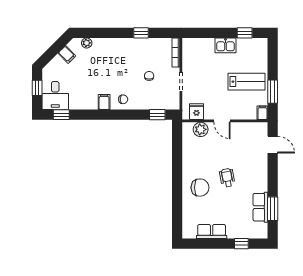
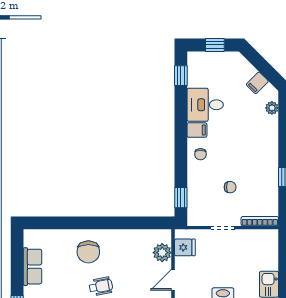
desk: (55, 96) -> (205, 105), moved

